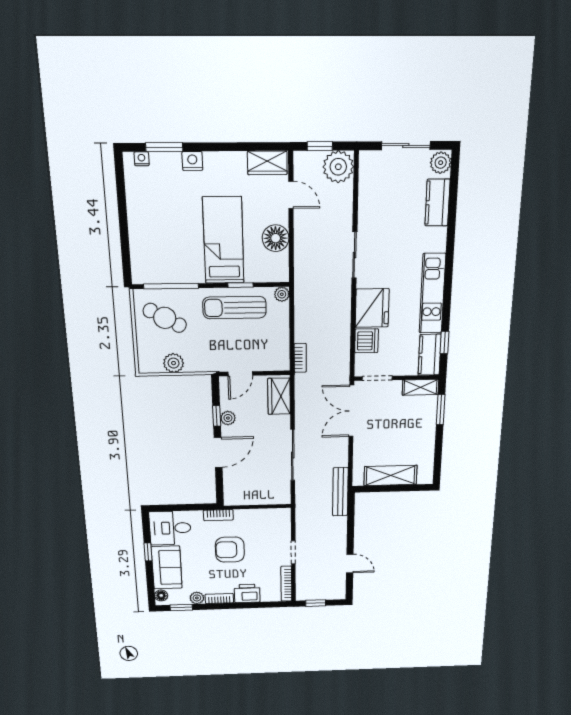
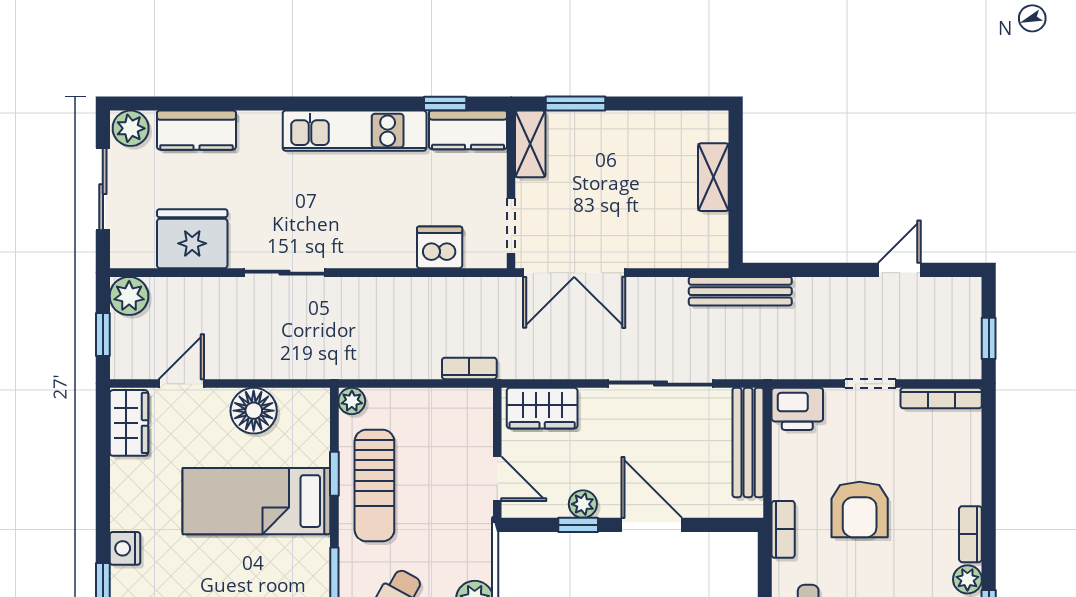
plant: (338, 167) -> (129, 296), width x0.73, depth x0.73
fridge: (372, 308) -> (192, 239), moved
shelving: (390, 475) -> (713, 177), width x0.67, depth x0.75
bench: (263, 498) -> (748, 442), added
printer: (247, 593) -> (797, 409), moved, turned -90

